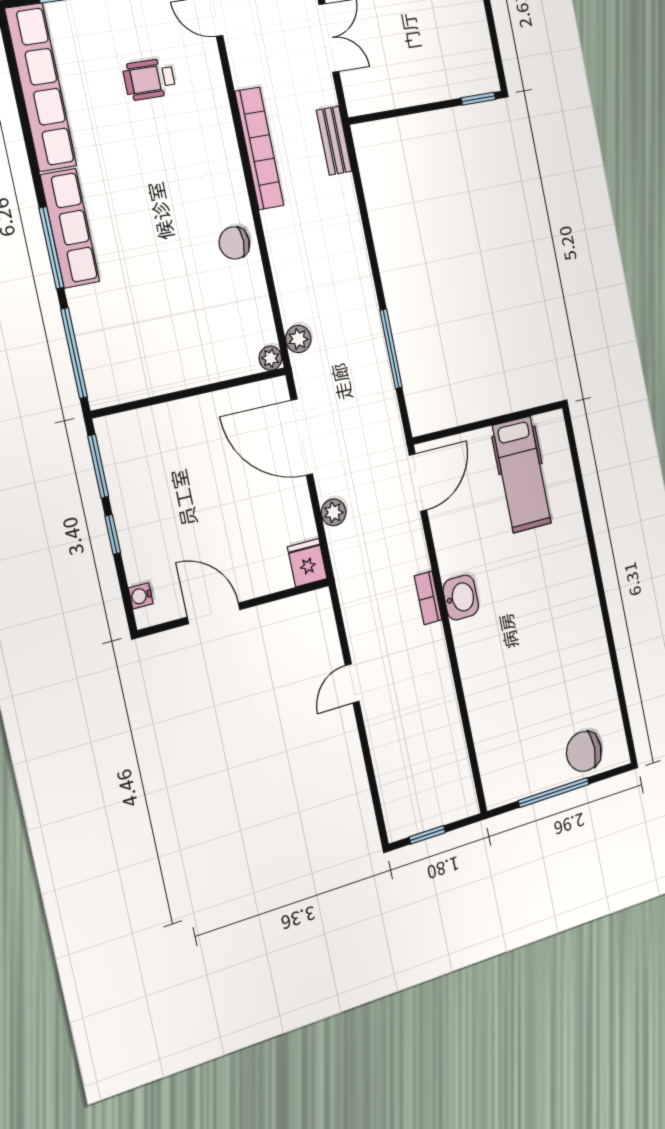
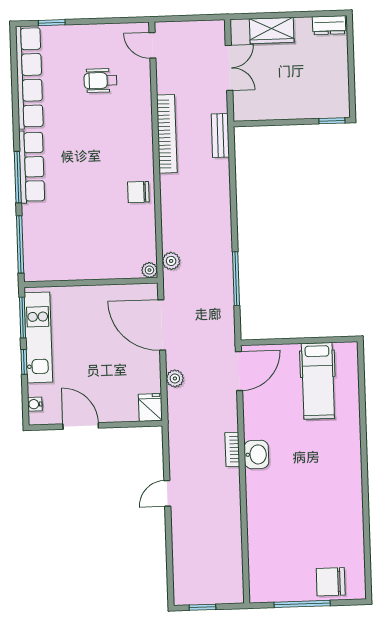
kitchen unit: (128, 492) -> (38, 337), added

